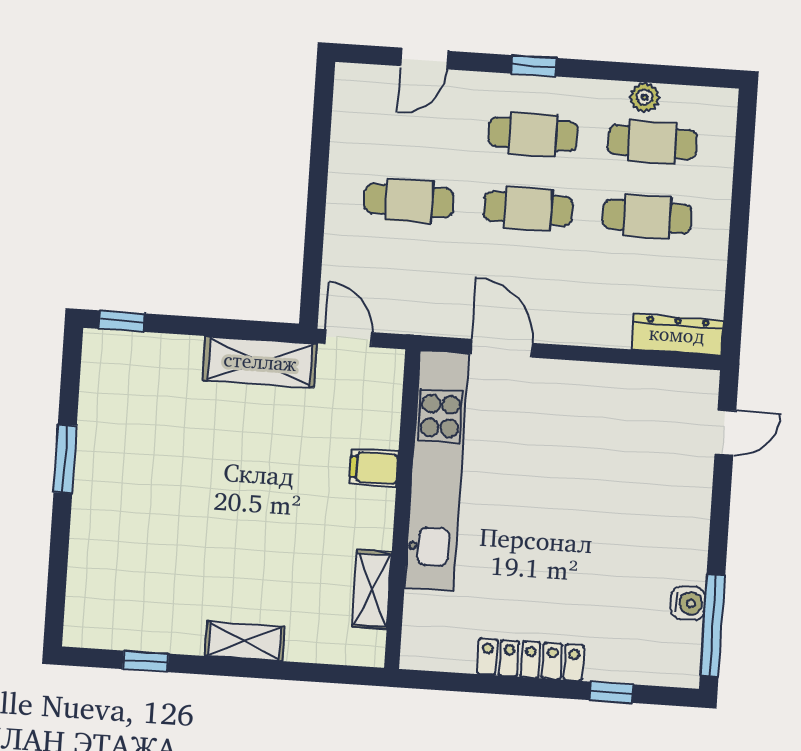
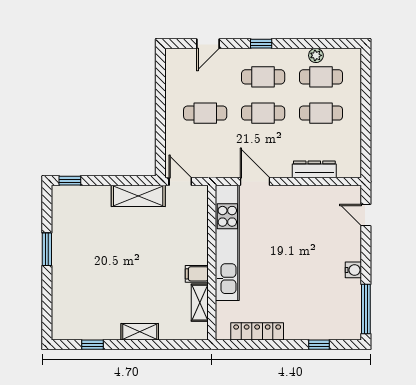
dresser: (677, 335) -> (314, 169), moved
door: (725, 432) -> (366, 215), swing flipped
filing cabinet: (374, 468) -> (197, 274), moved
water cooler: (688, 603) -> (353, 270), moved
locker: (530, 660) -> (257, 331), moved

